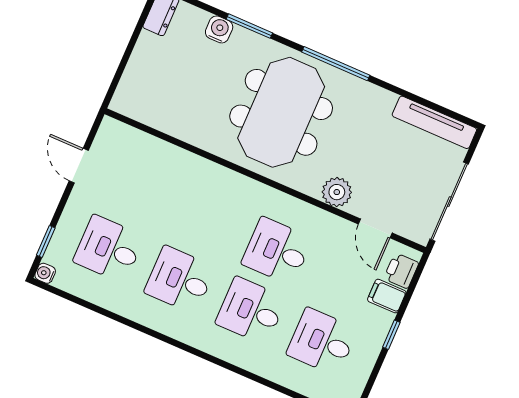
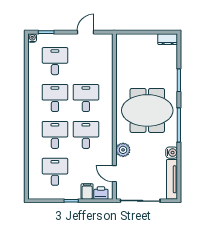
water cooler: (219, 29) -> (172, 153), moved
desk: (206, 220) -> (86, 98), added
door: (375, 228) -> (114, 174), hinge flipped

